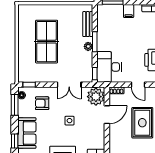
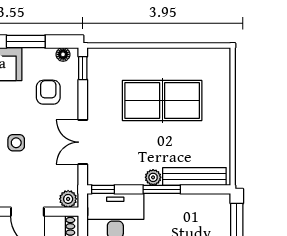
bench: (88, 24) -> (194, 176), width x1.36
plant: (96, 97) -> (68, 199), width x0.53, depth x0.53
window: (15, 105) -> (26, 41), moved

